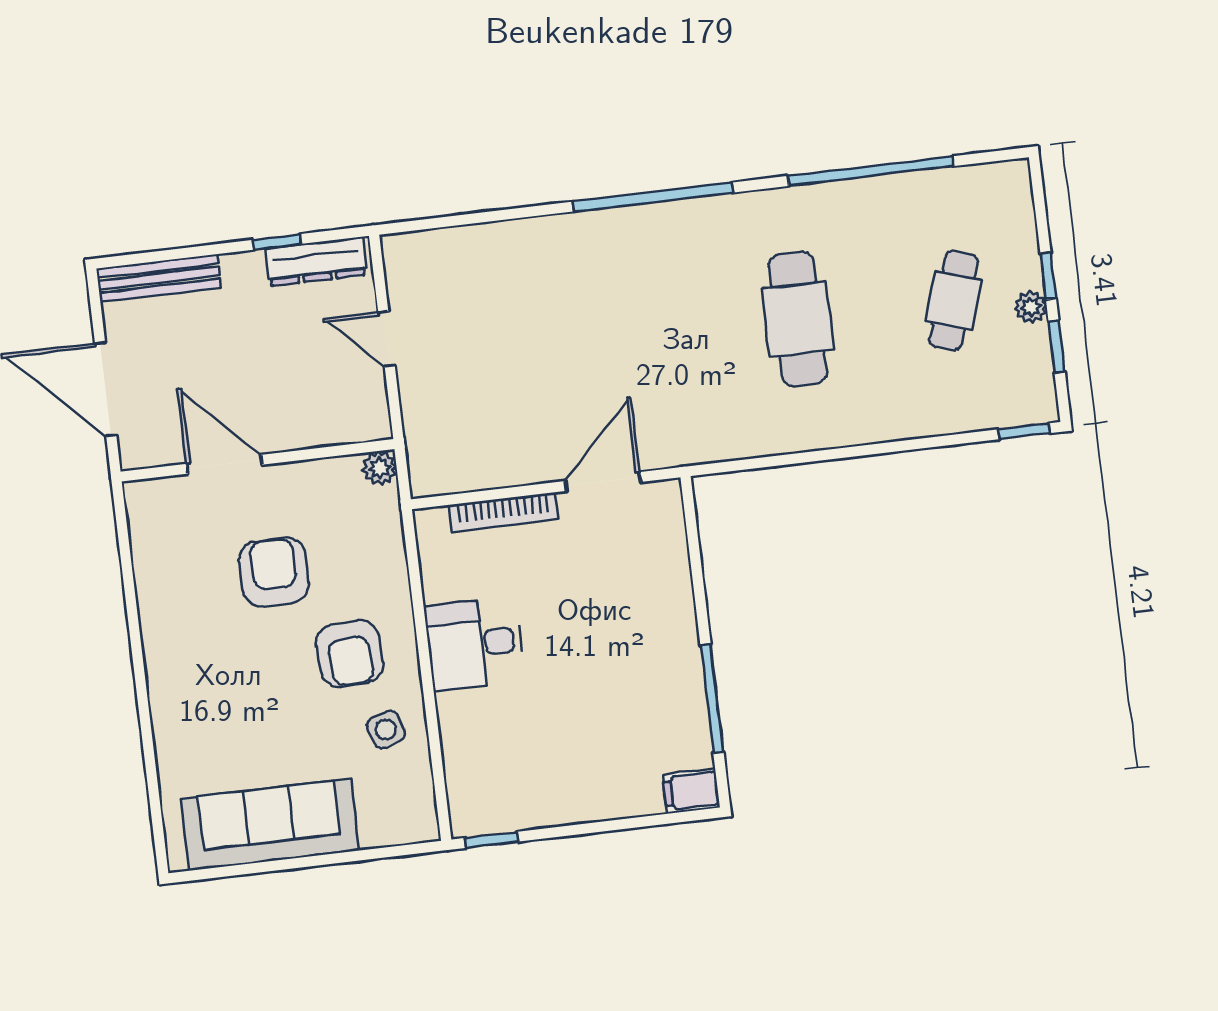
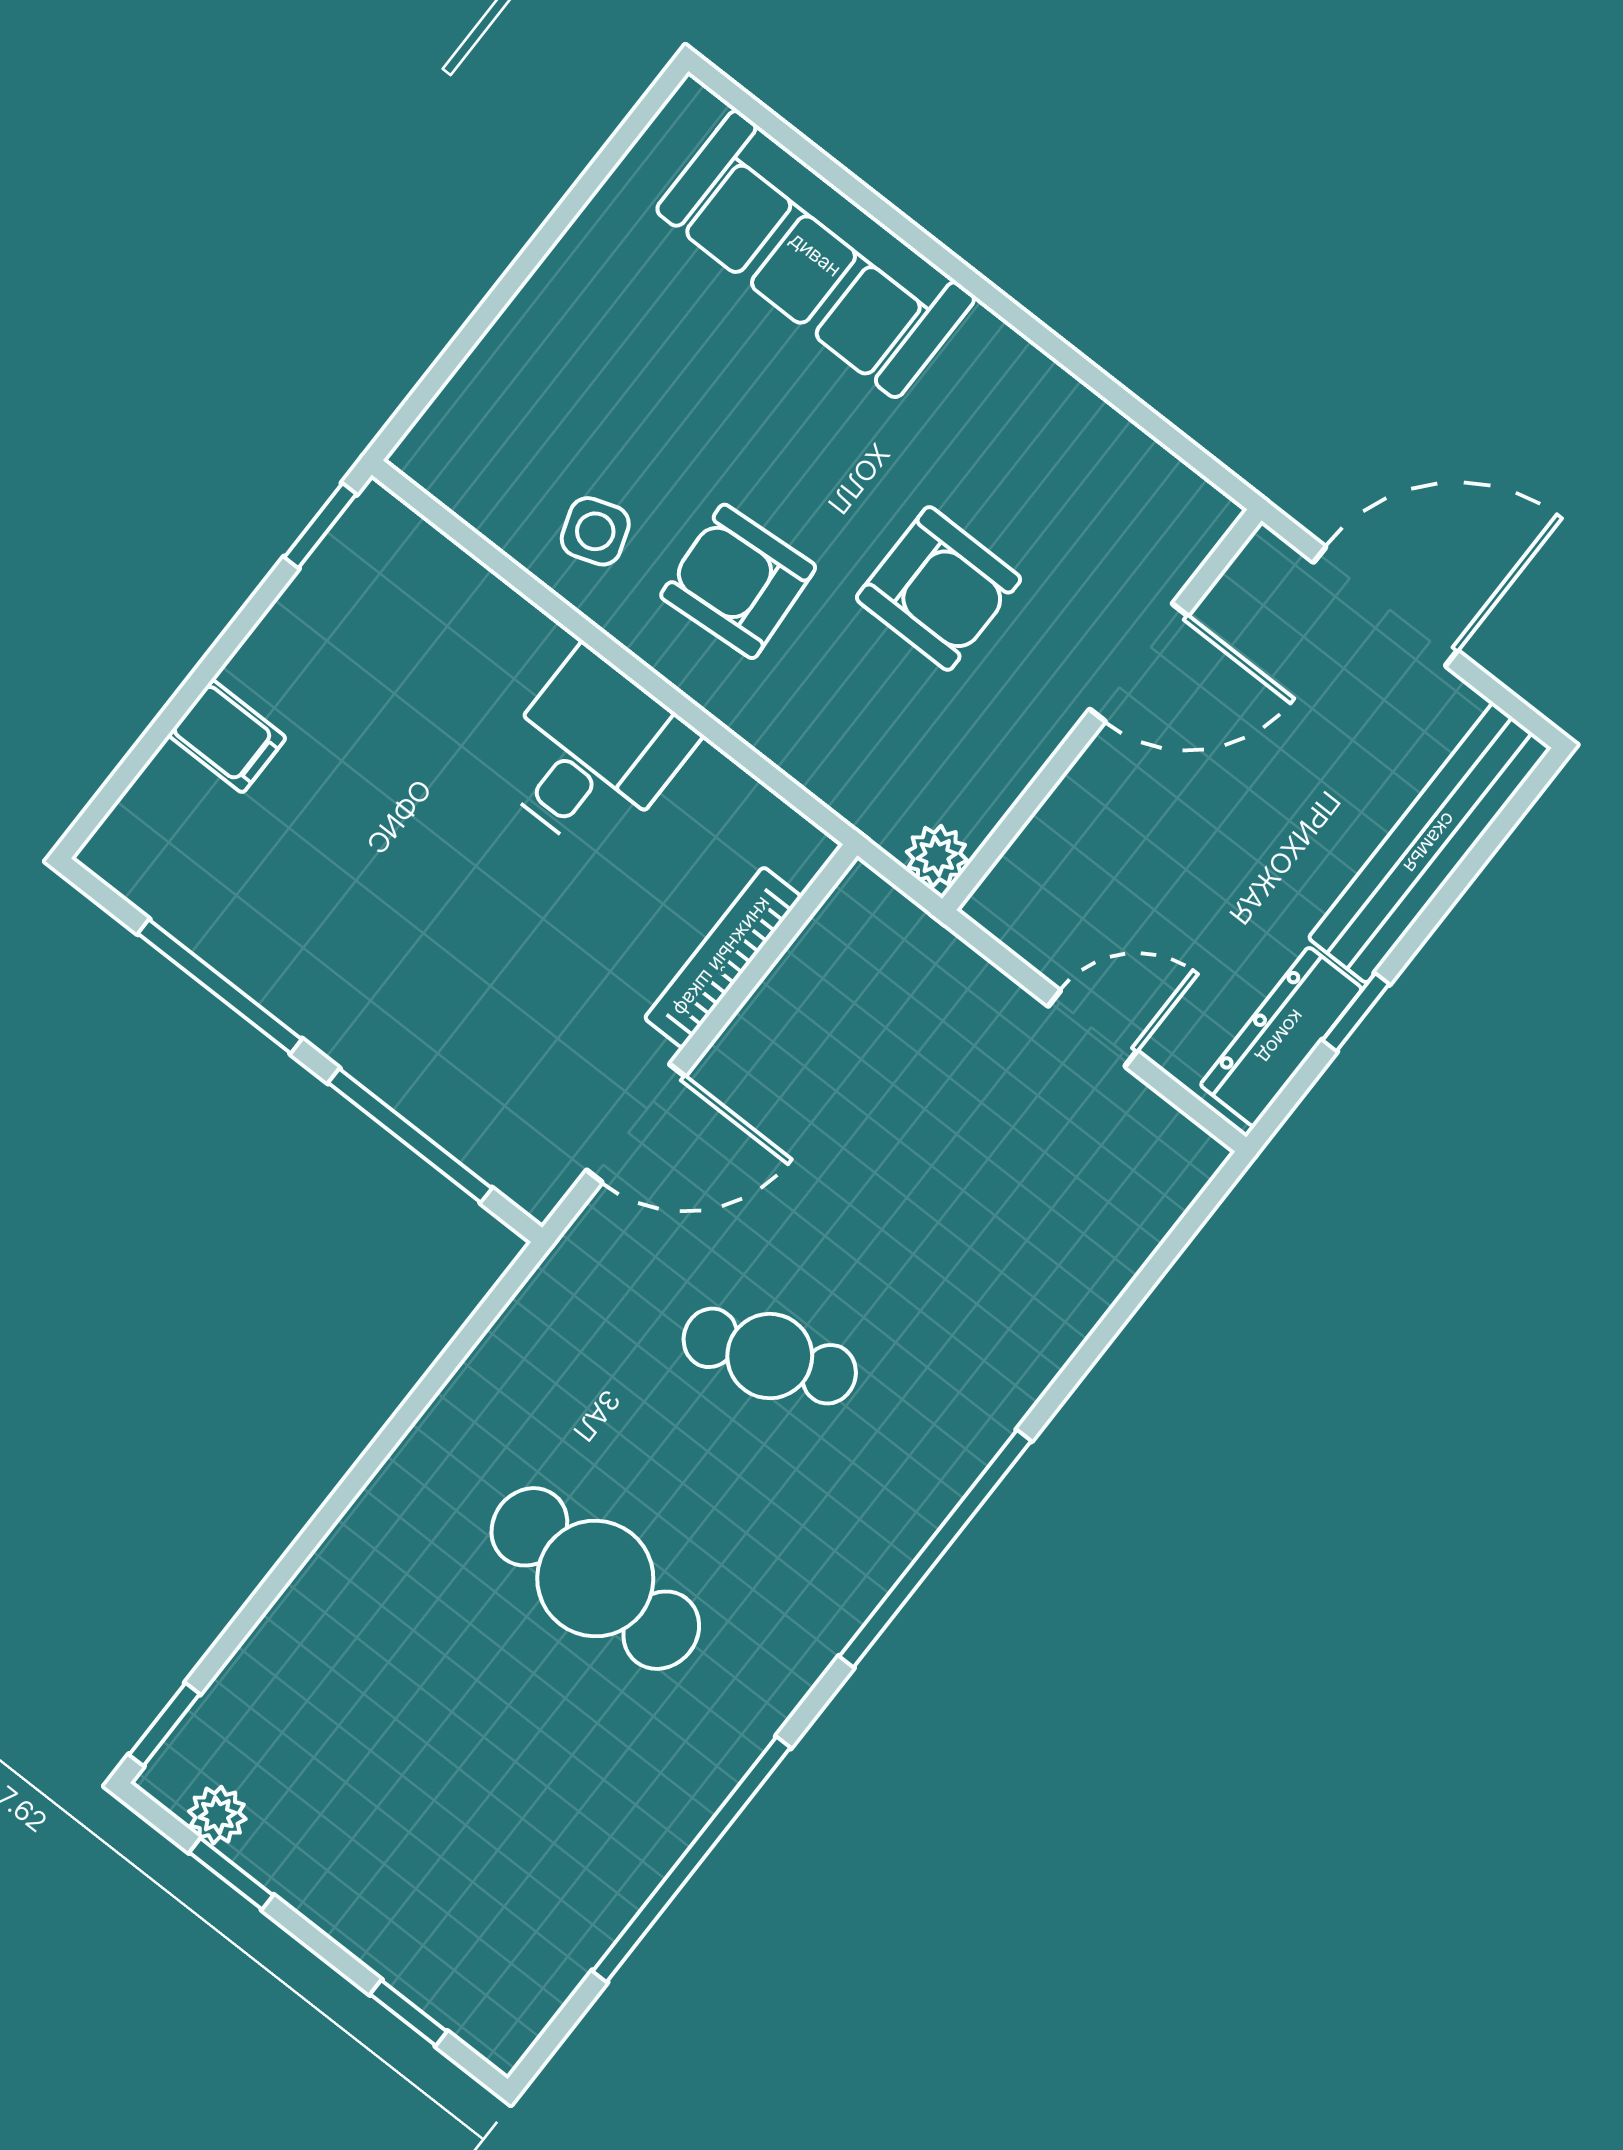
window: (1048, 276) -> (409, 2013), moved
bench: (159, 278) -> (1430, 843), width x1.37, depth x1.21
cafe table: (954, 300) -> (770, 1356), moved, turned -39
plant: (1031, 307) -> (217, 1815), moved
door: (603, 482) -> (636, 1123), hinge flipped
window: (696, 566) -> (410, 1135), added
filing cabinet: (691, 791) -> (227, 736), moved, turned 90
sofa: (270, 825) -> (816, 254), moved, turned 90

